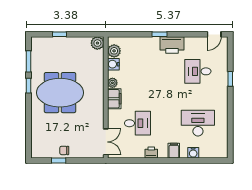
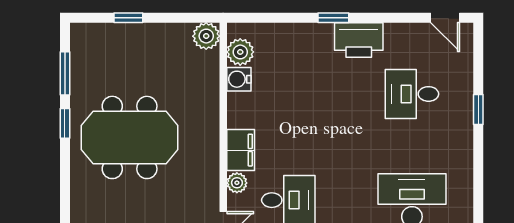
door: (214, 34) -> (445, 18), hinge flipped
plant: (112, 83) -> (237, 183), moved

